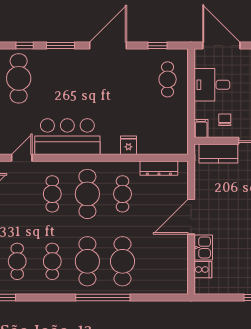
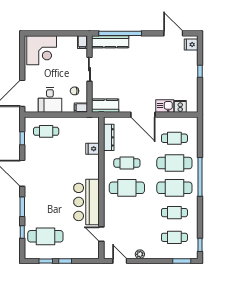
fridge: (128, 145) -> (93, 149), moved
kitchen counter: (218, 154) -> (105, 106), moved, turned -90
cafe table: (52, 194) -> (174, 138), moved

